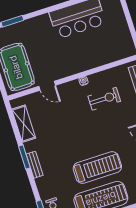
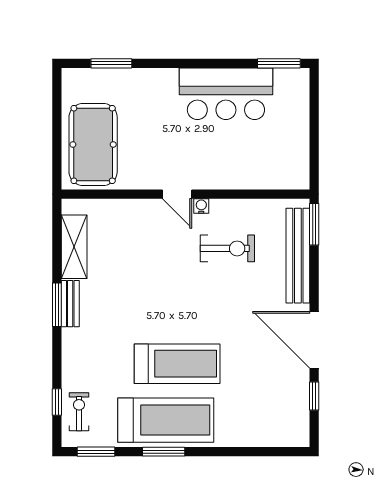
door: (47, 86) -> (177, 194), moved
bench: (35, 165) -> (70, 304), moved

